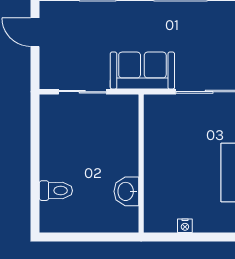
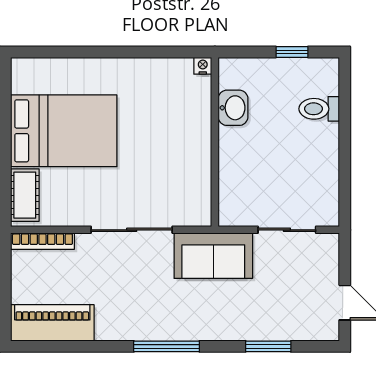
nightstand: (185, 226) -> (203, 66), moved
window: (78, 237) -> (292, 52), added

